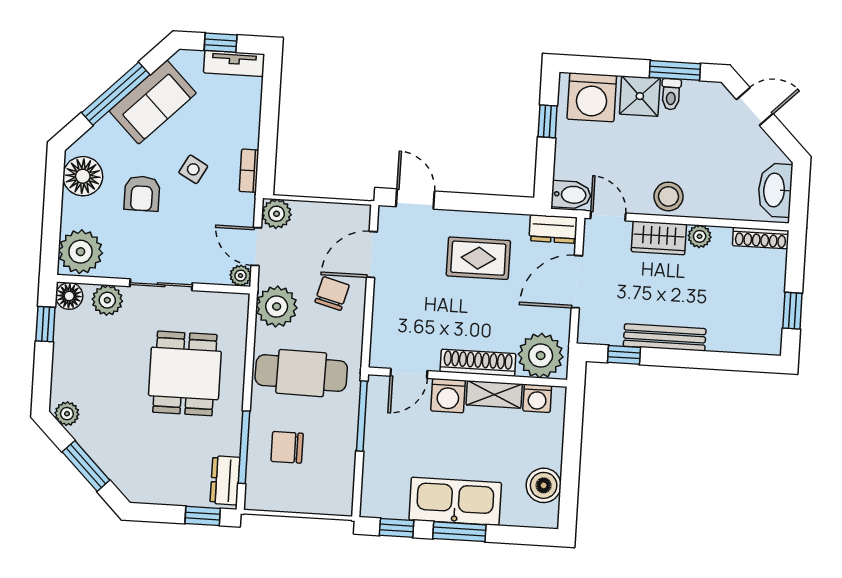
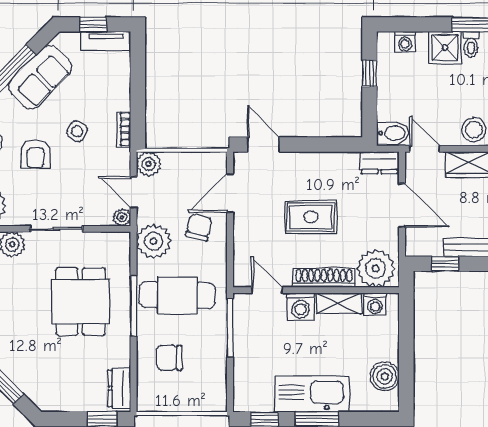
washing machine: (592, 97) -> (405, 42), width x0.53, depth x0.53
rug: (478, 258) -> (311, 217), moved
door: (577, 282) -> (402, 205), swing flipped
door: (409, 373) -> (267, 290), swing flipped
window: (244, 447) -> (133, 306), moved

